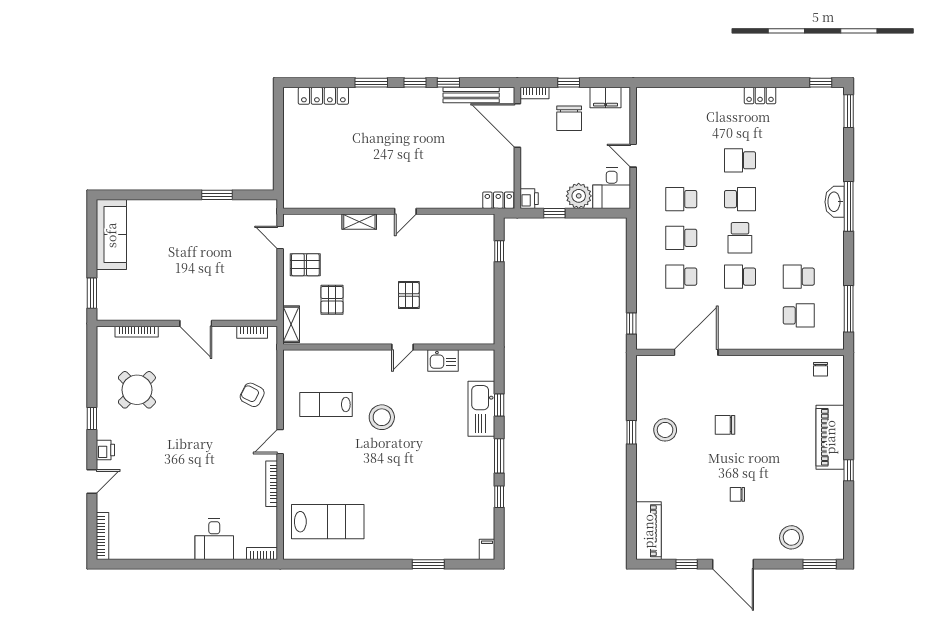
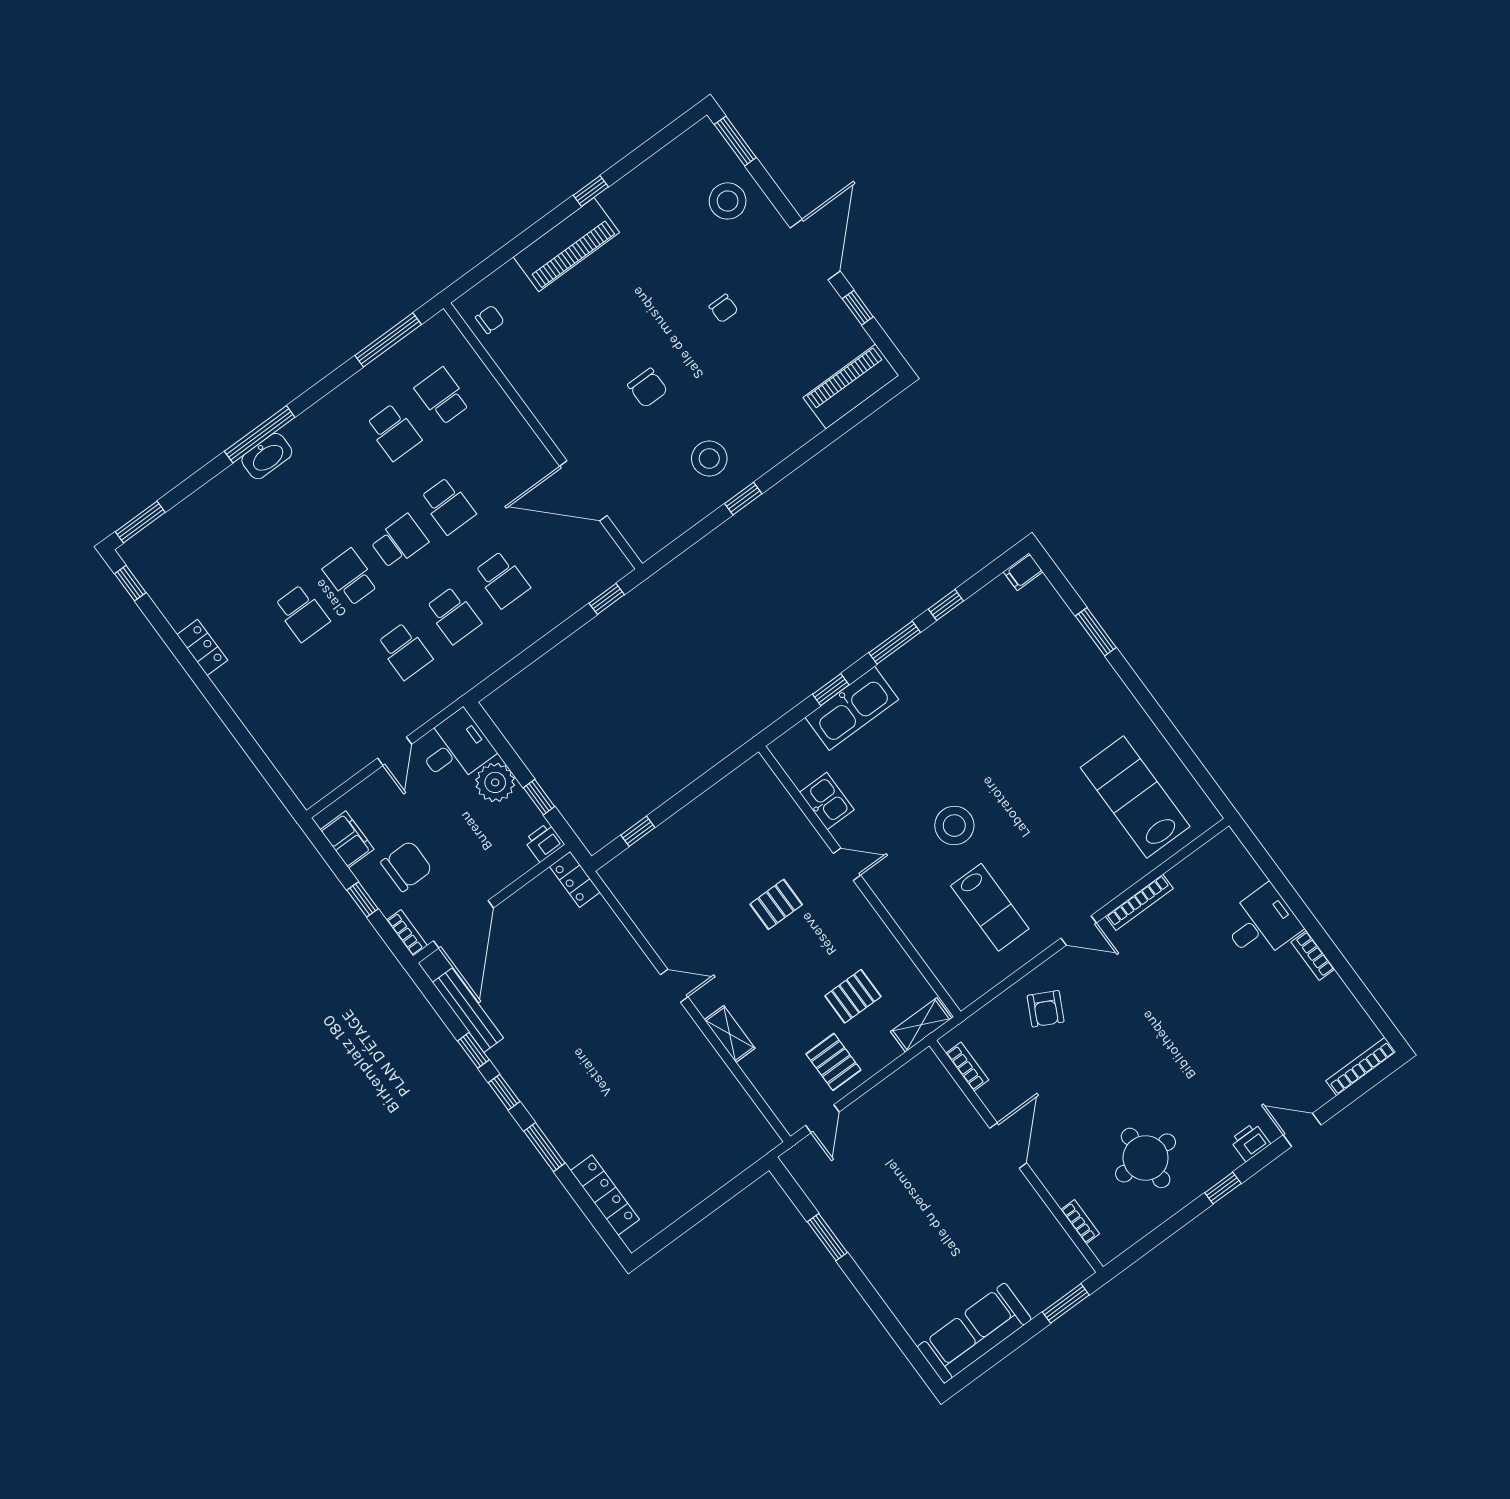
bookcase: (137, 332) -> (1080, 1222), width x0.64
round table: (137, 390) -> (1146, 1158), turned 45
bookcase: (262, 553) -> (1313, 955), moved

